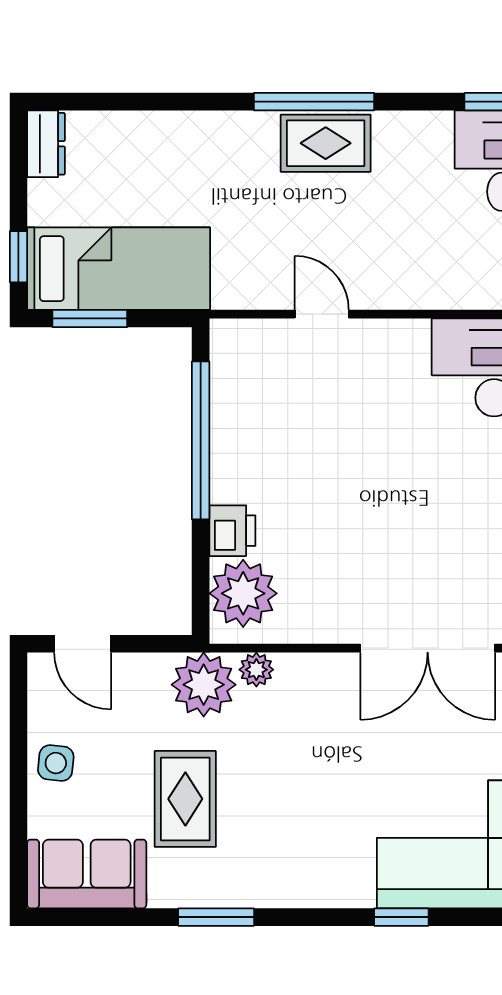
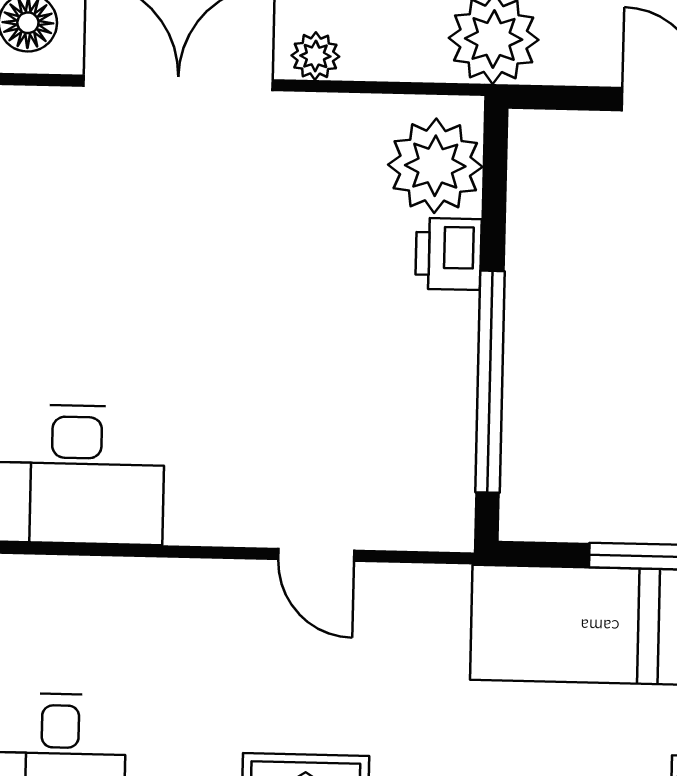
plant: (256, 670) -> (315, 56), moved

